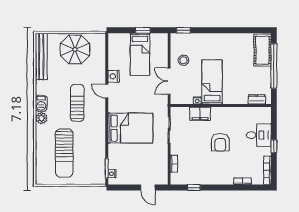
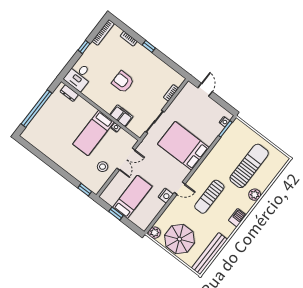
plant: (99, 39) -> (155, 233), added
cot: (262, 50) -> (36, 128), removed
door: (107, 91) -> (180, 188), hinge flipped
plant: (41, 118) -> (255, 195), moved
desk: (259, 135) -> (79, 76), moved, turned -90
armchair: (220, 142) -> (123, 82), turned -90
window: (194, 188) -> (149, 46), moved

